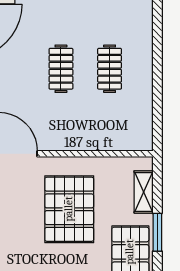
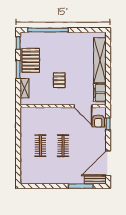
pallet: (69, 209) -> (59, 80), width x0.49, depth x0.50

